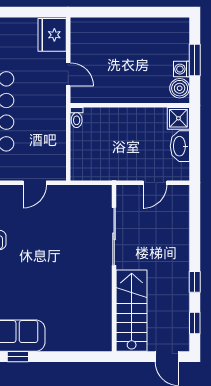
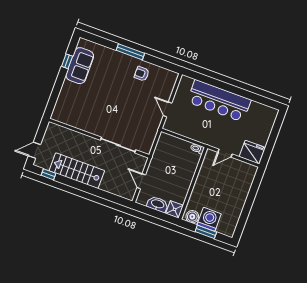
washing machine: (182, 69) -> (209, 219), width x1.89, depth x1.89
window: (195, 282) -> (73, 183), removed
stairs: (132, 311) -> (77, 171), moved, turned 180

